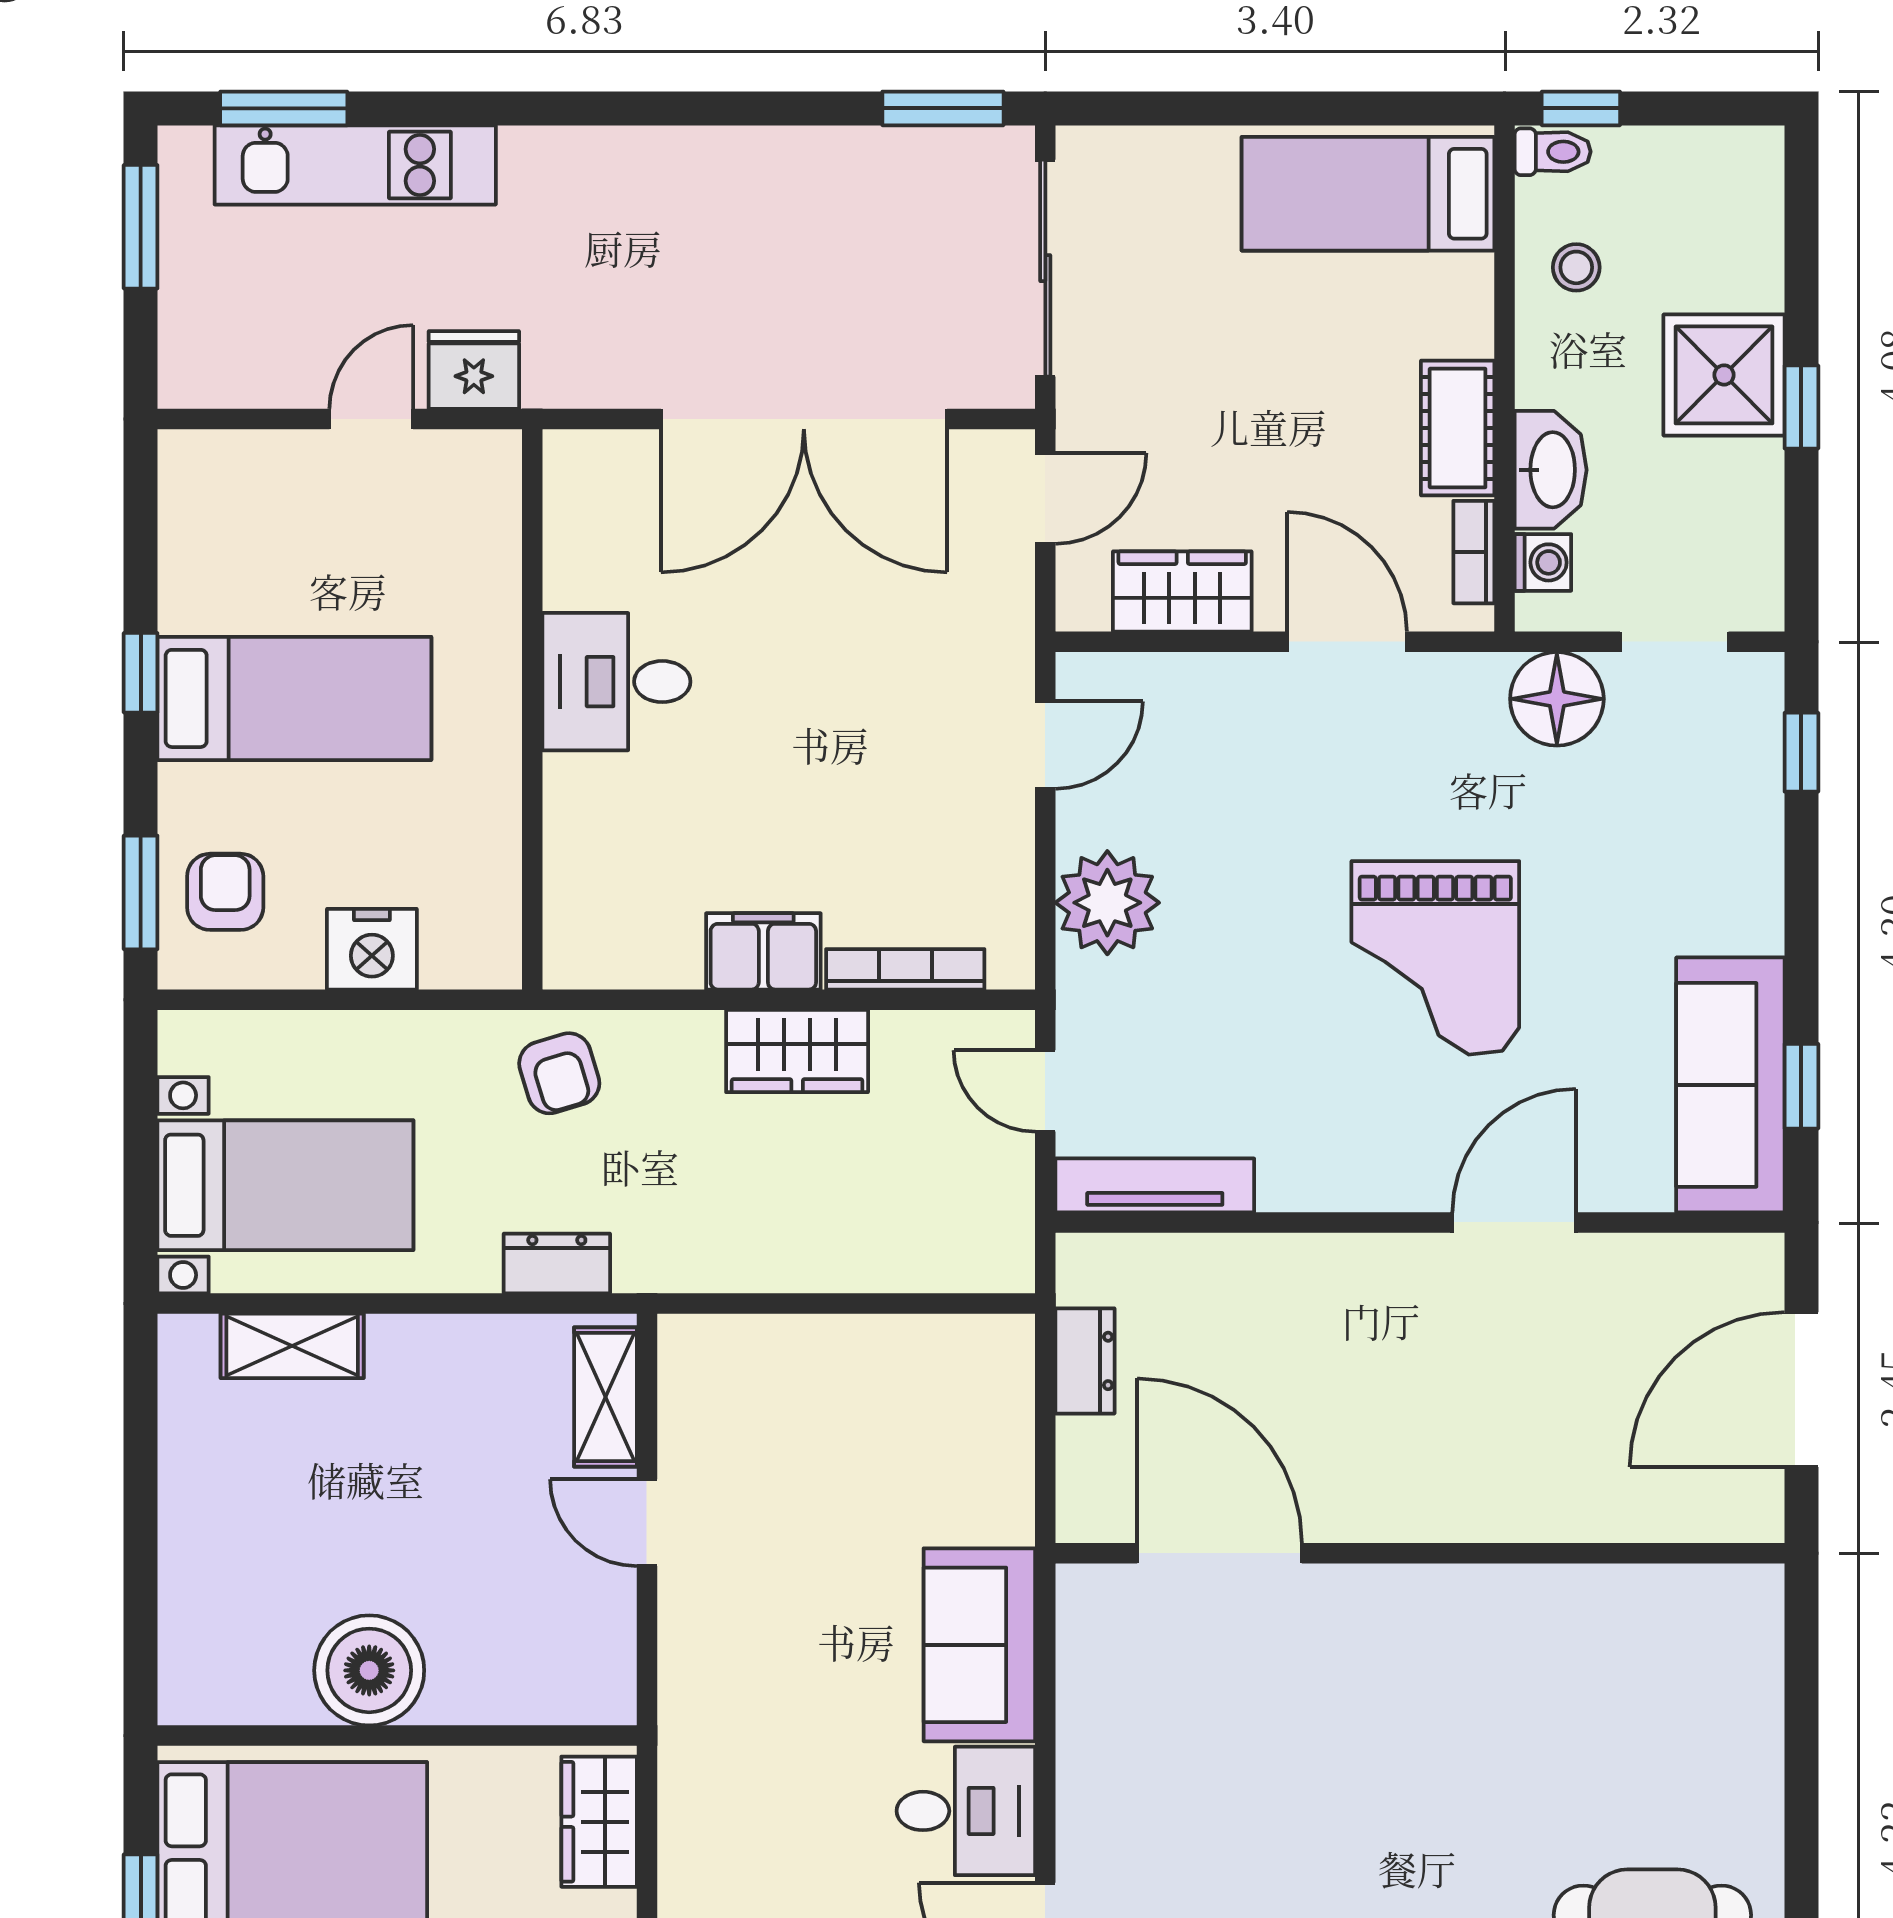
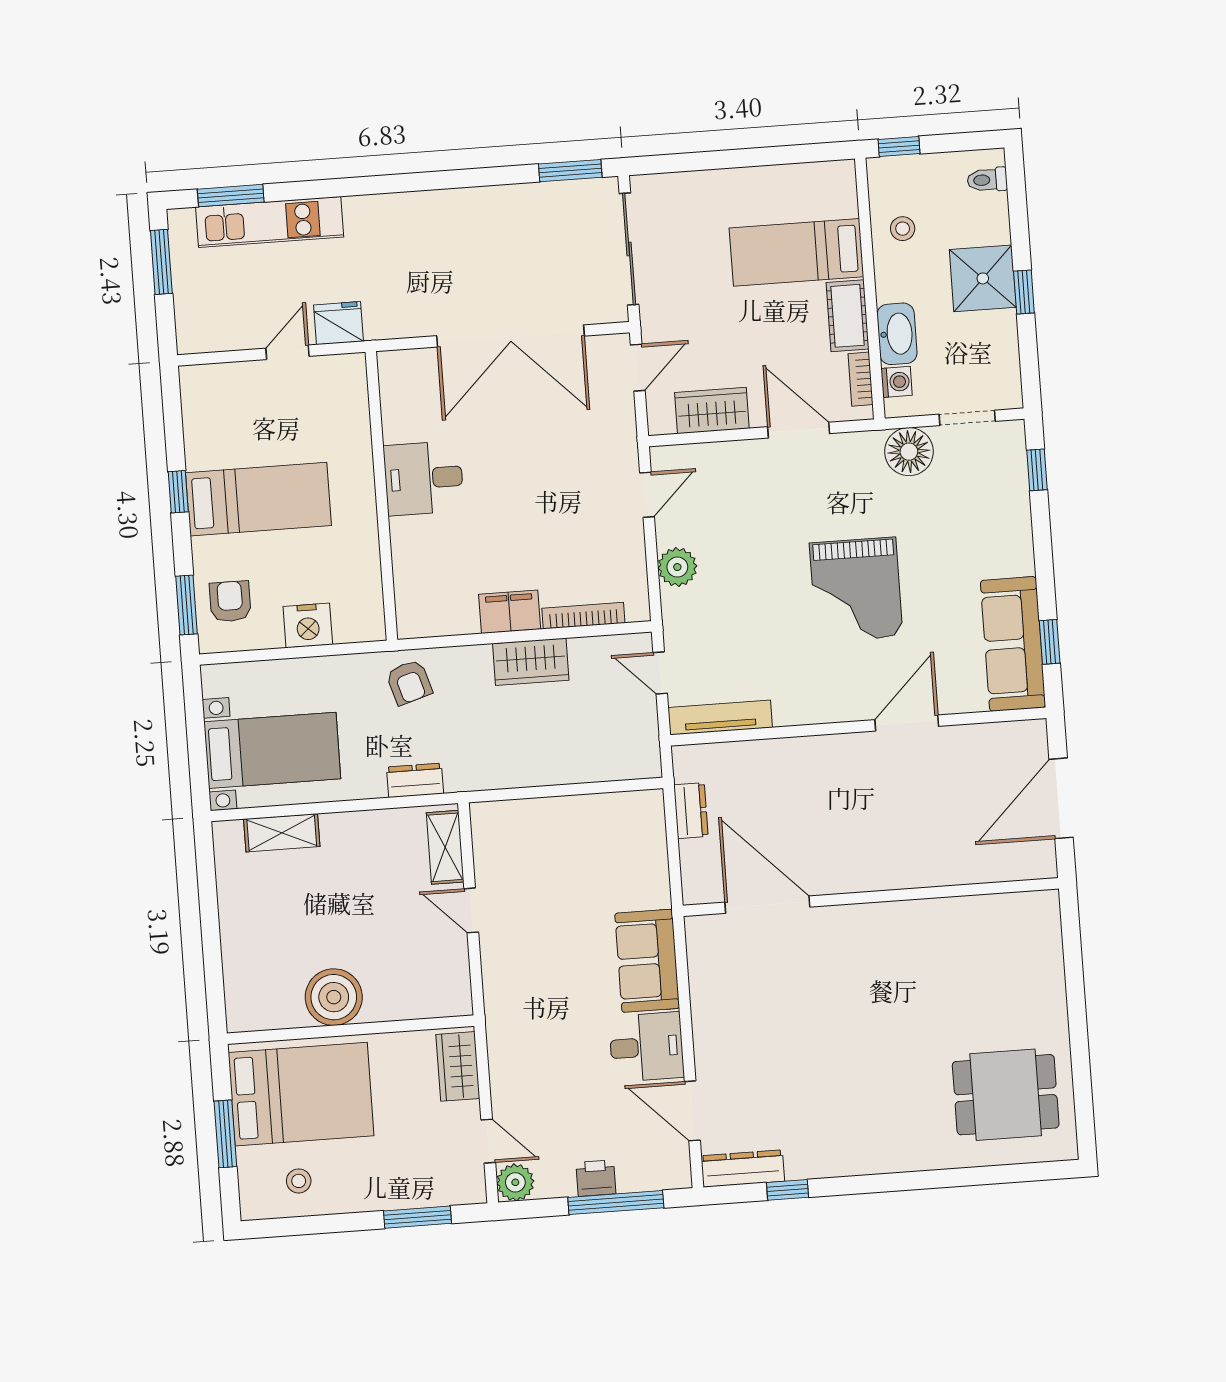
toilet: (1553, 152) -> (987, 180), moved, turned 180
bed: (1368, 194) -> (796, 252), moved
plant: (1107, 903) -> (677, 567), width x0.73, depth x0.73

